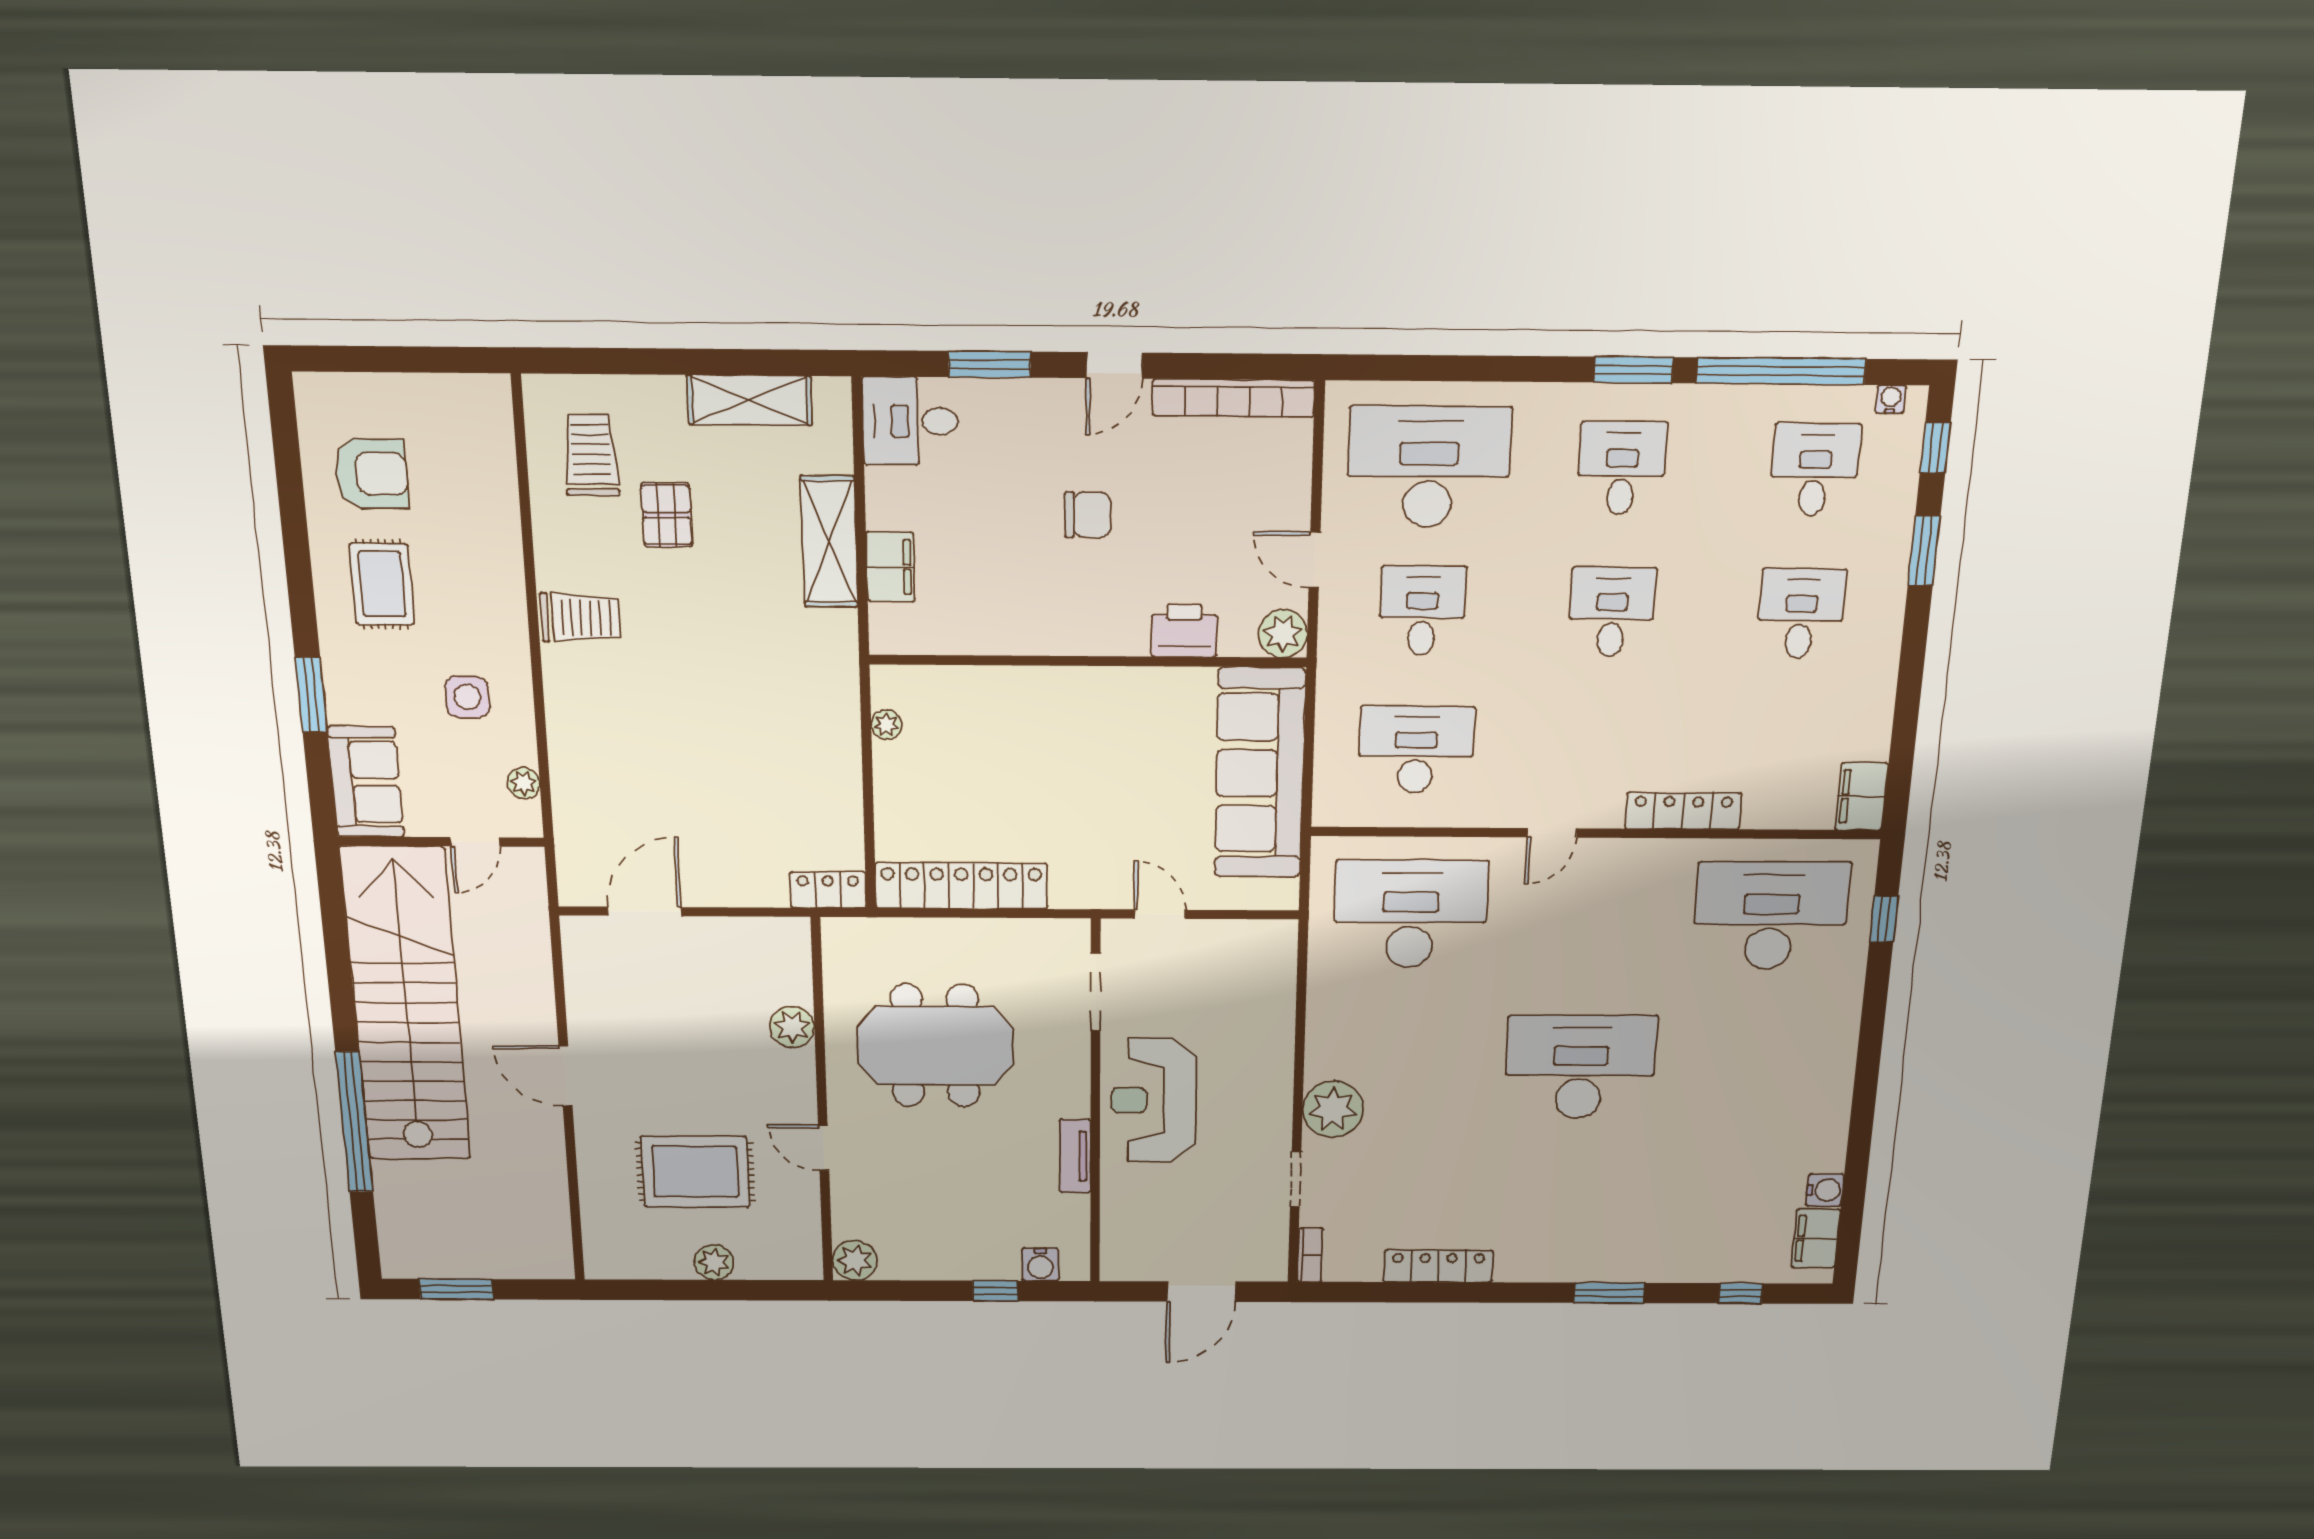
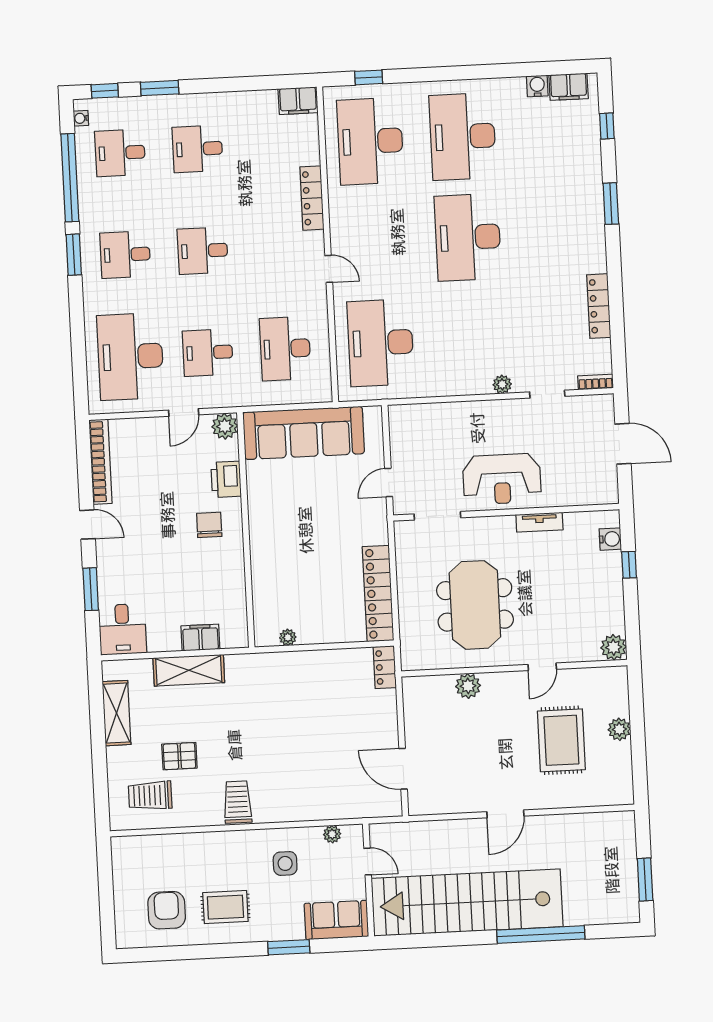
chair: (1088, 515) -> (209, 525), moved
desk: (1756, 1068) -> (463, 137), added
plant: (1333, 1109) -> (502, 384), width x0.53, depth x0.53

